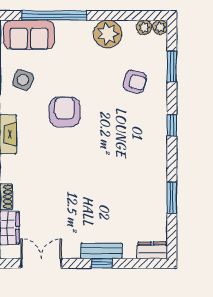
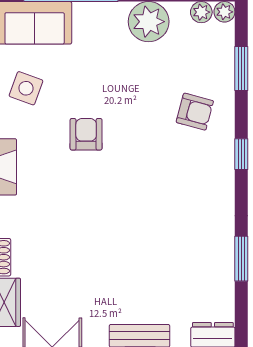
armchair: (135, 82) -> (195, 112), moved
armchair: (65, 112) -> (86, 134), width x0.72, depth x0.72

